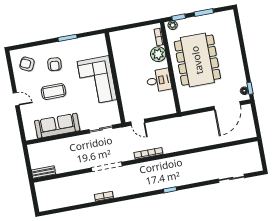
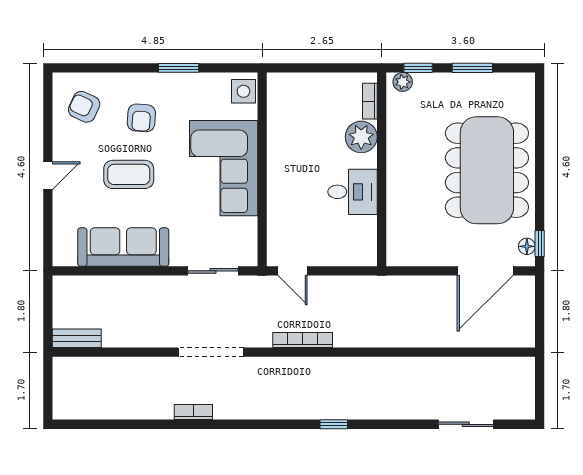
side table: (100, 43) -> (243, 91), added
dining table: (197, 60) -> (487, 170), moved
door: (16, 99) -> (48, 176), hinge flipped

